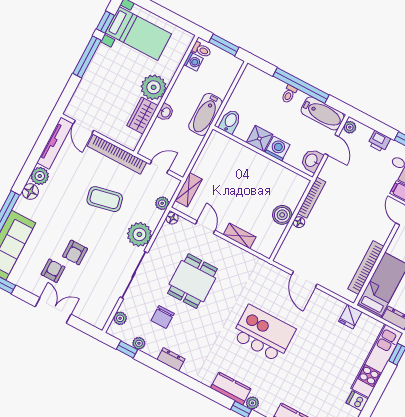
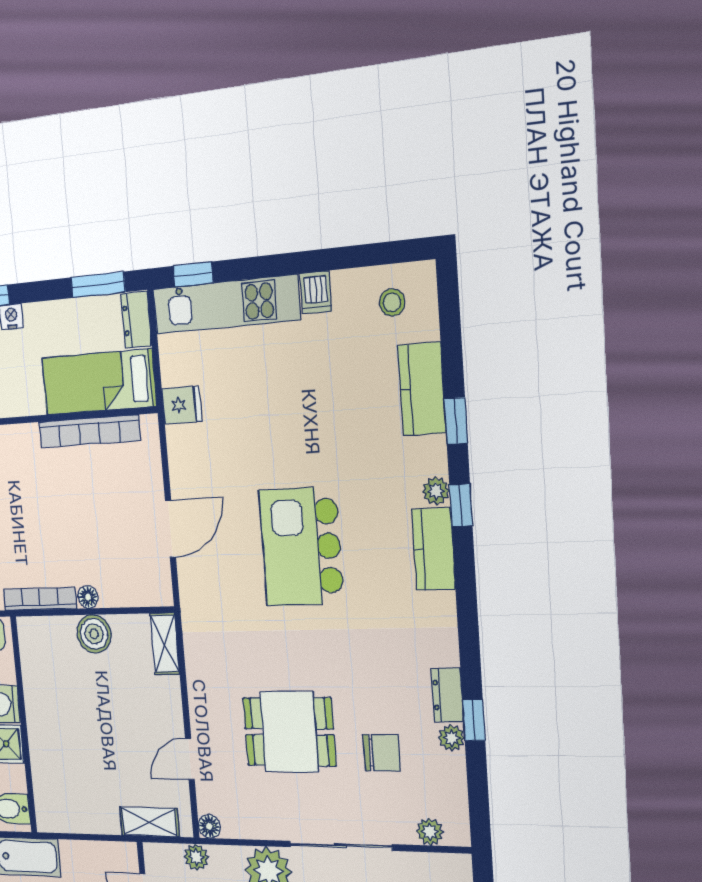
shelving: (240, 236) -> (165, 644), moved
plant: (139, 343) -> (452, 738), moved
window: (127, 349) -> (474, 720), moved

